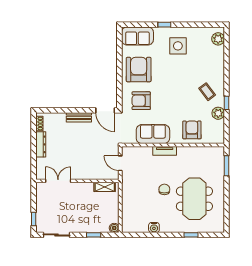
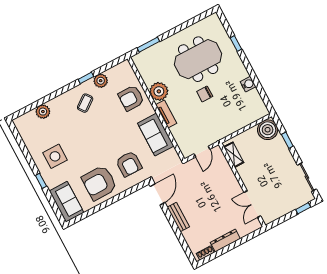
plant: (218, 39) -> (43, 112), moved
plant: (186, 154) -> (159, 91), added
boiler: (114, 228) -> (268, 130), width x1.86, depth x1.86

